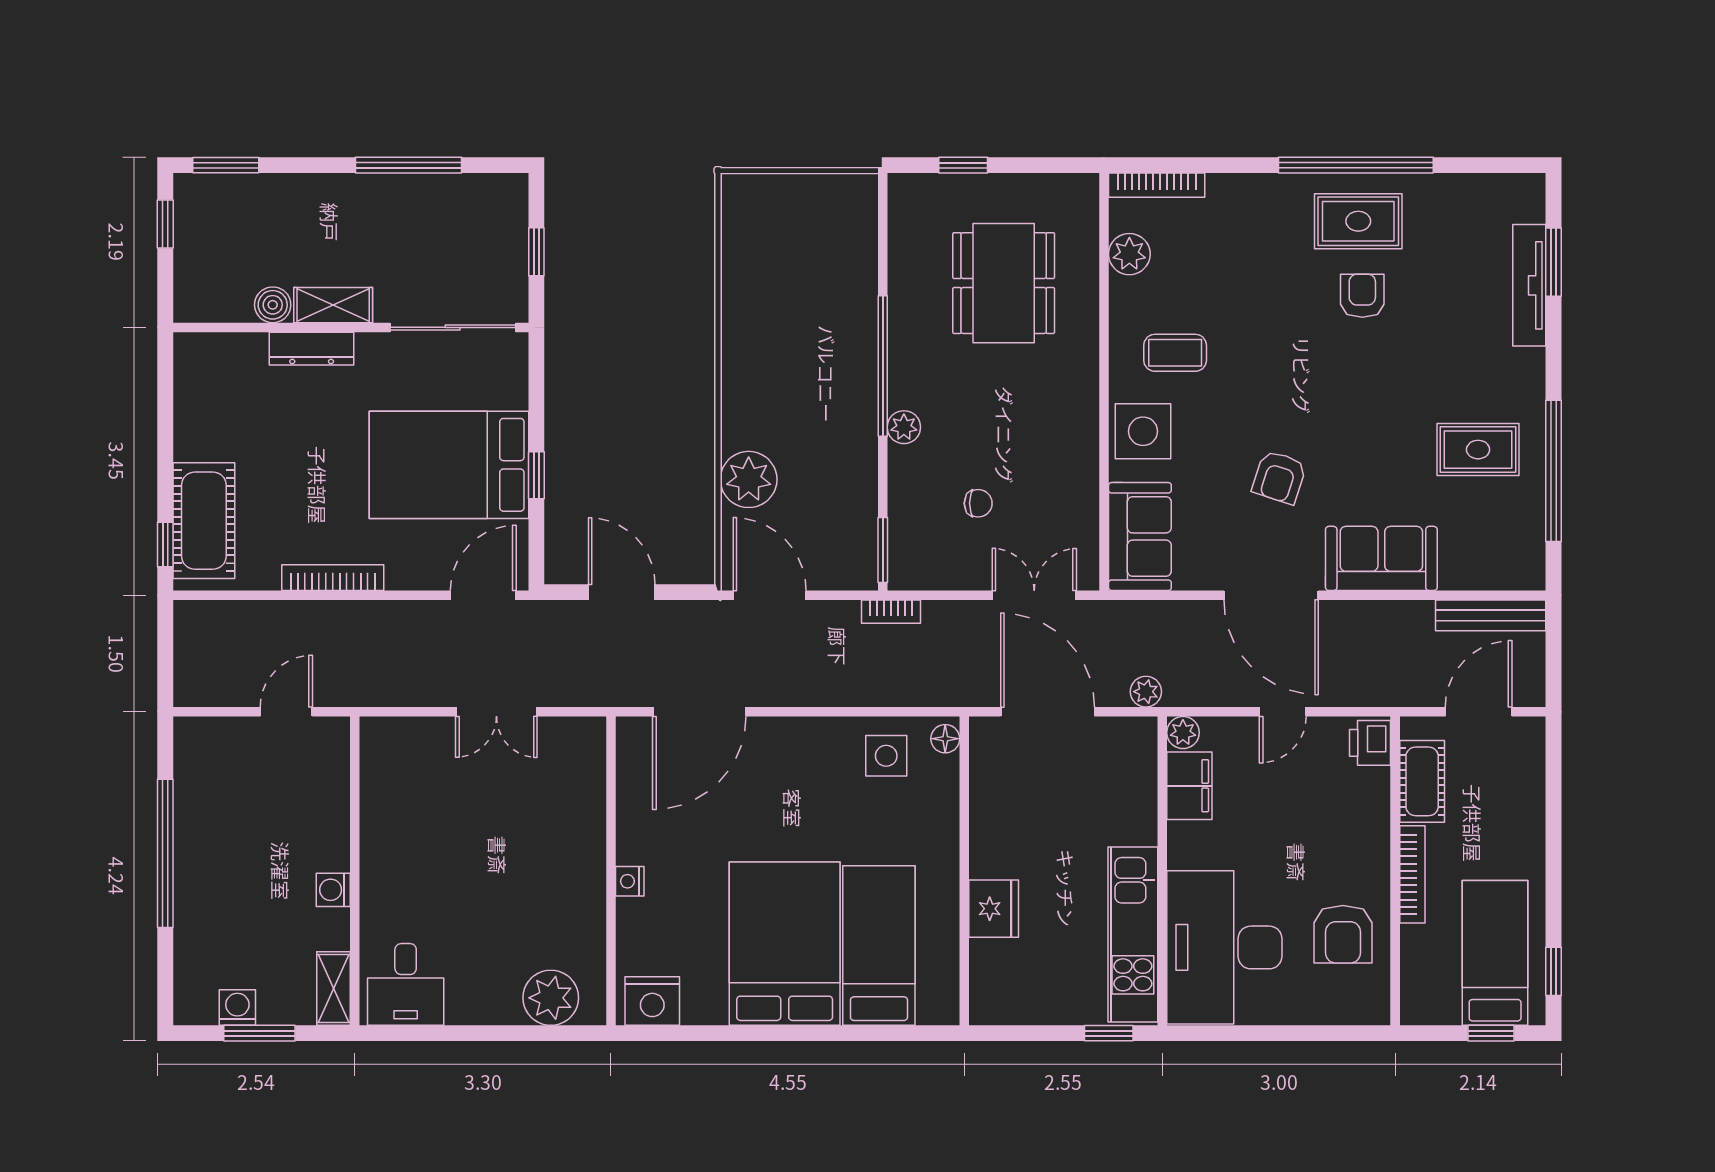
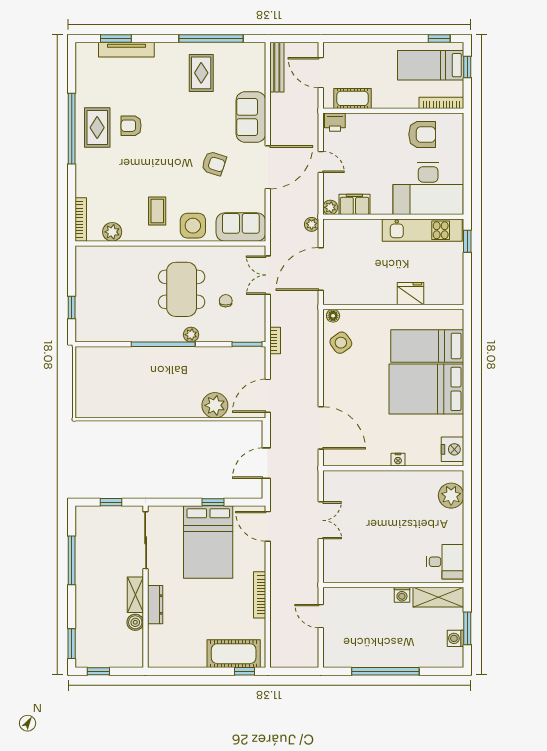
dining table: (1004, 283) -> (182, 289), moved, turned 90
side table: (886, 756) -> (341, 343), turned -36
bookcase: (1412, 874) -> (441, 103), moved
shelving: (333, 989) -> (438, 597), width x1.50, depth x1.33

